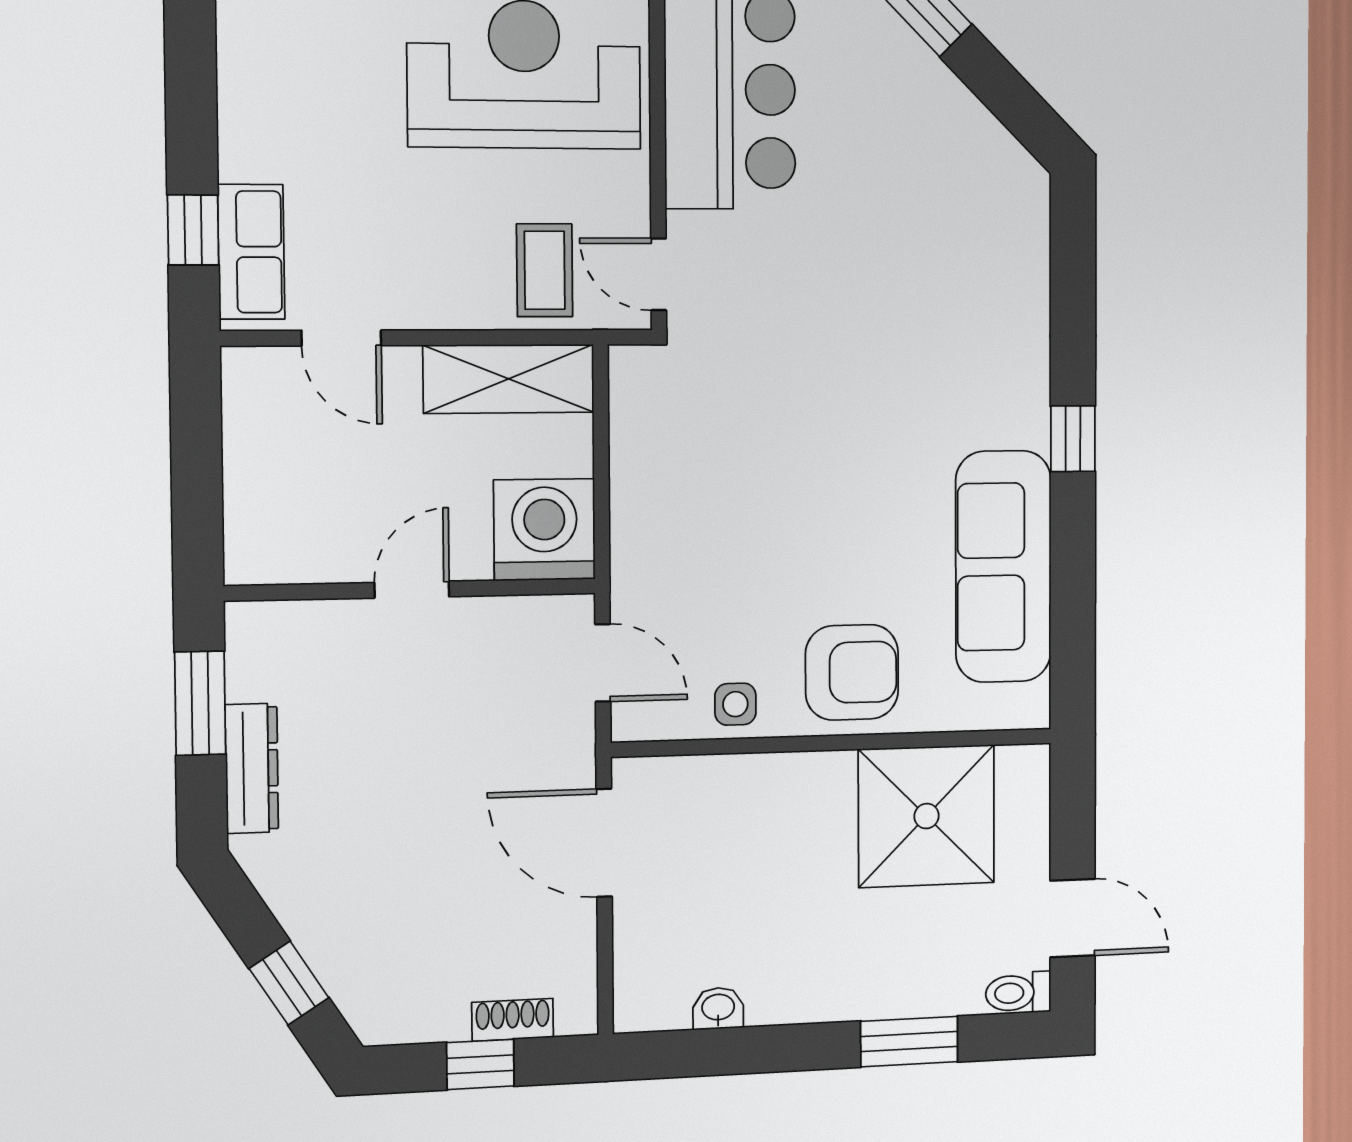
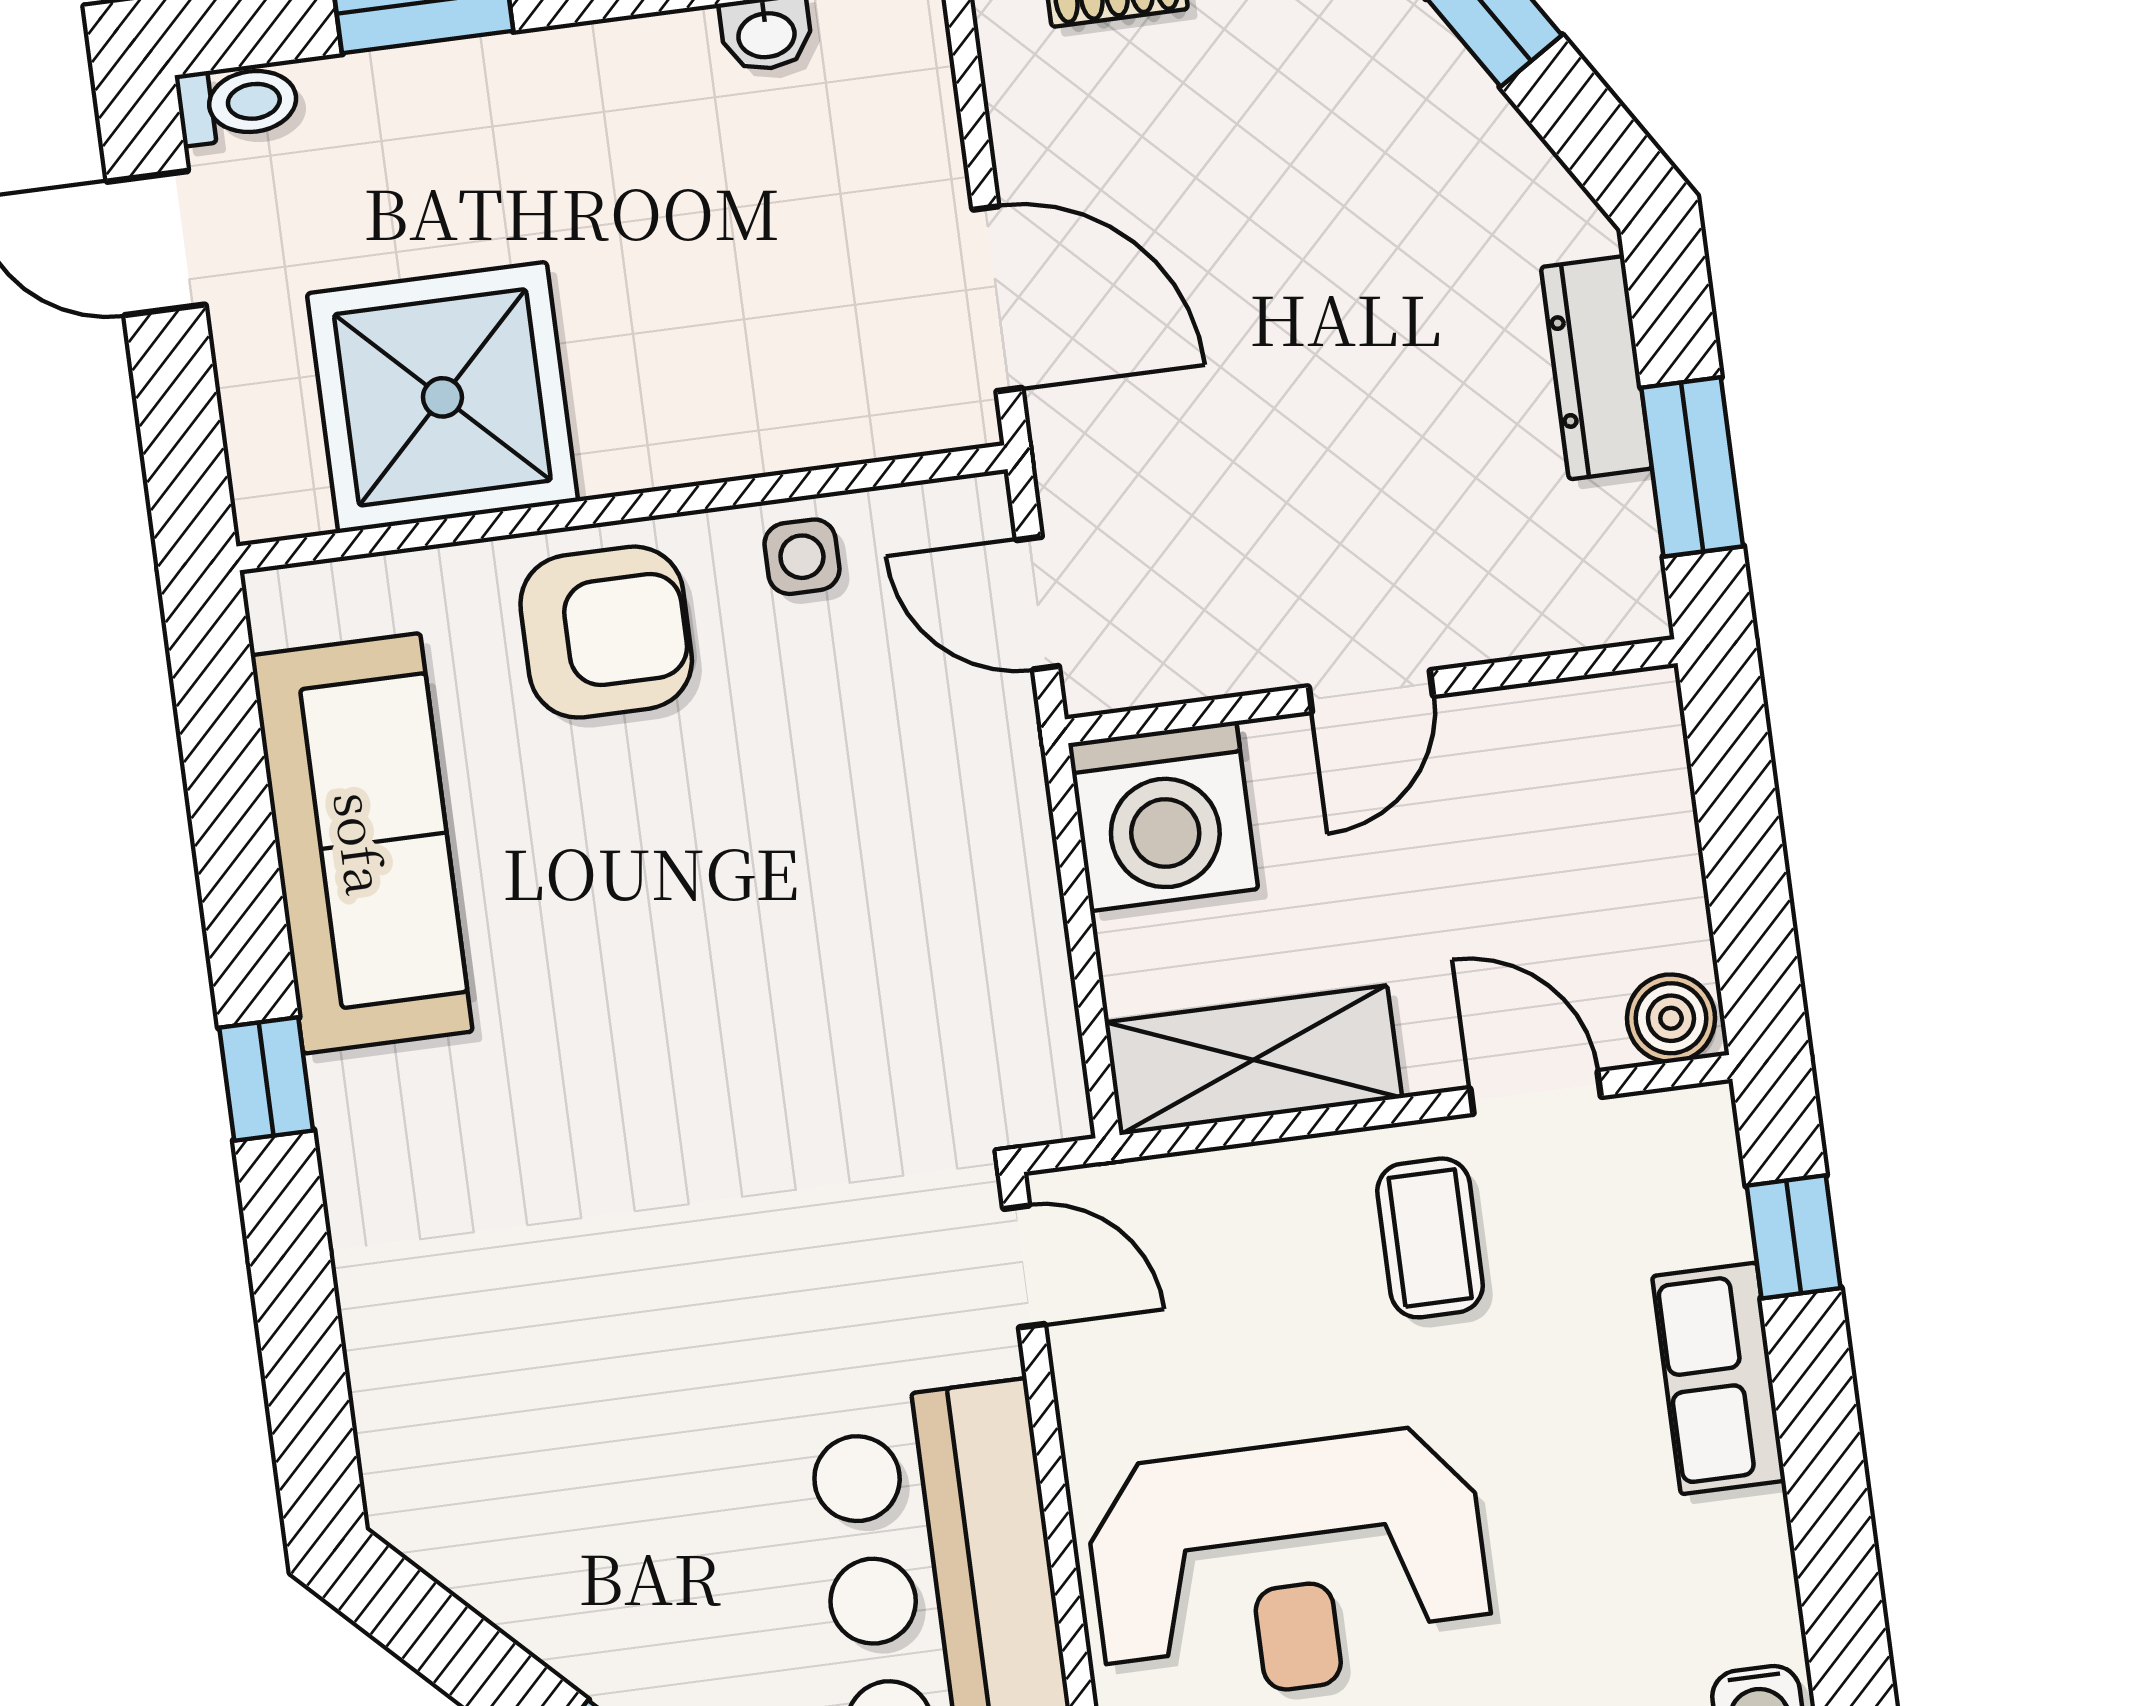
row of seats: (251, 252) -> (1719, 1378), moved
coffee table: (545, 270) -> (1430, 1238), moved
boiler: (253, 372) -> (1671, 1018), added
armchair: (852, 672) -> (606, 632), turned 180

